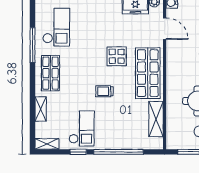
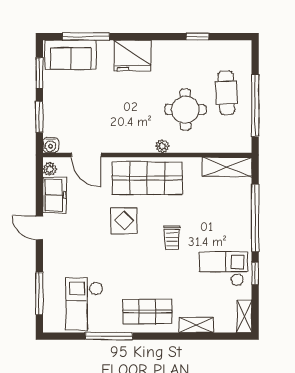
checkout: (56, 27) -> (84, 304), turned -90
door: (165, 29) -> (86, 155), swing flipped
plant: (171, 84) -> (162, 146), added
shelving: (156, 119) -> (227, 167), moved

